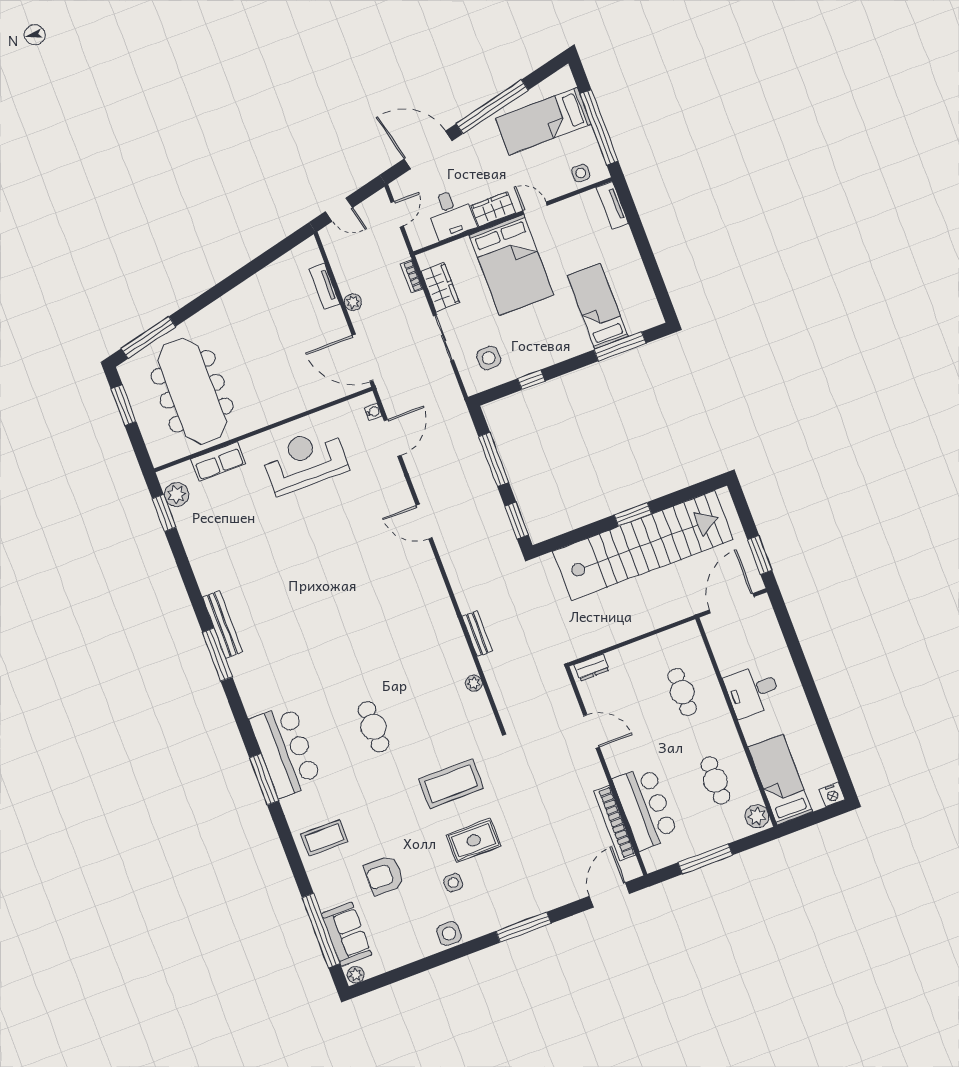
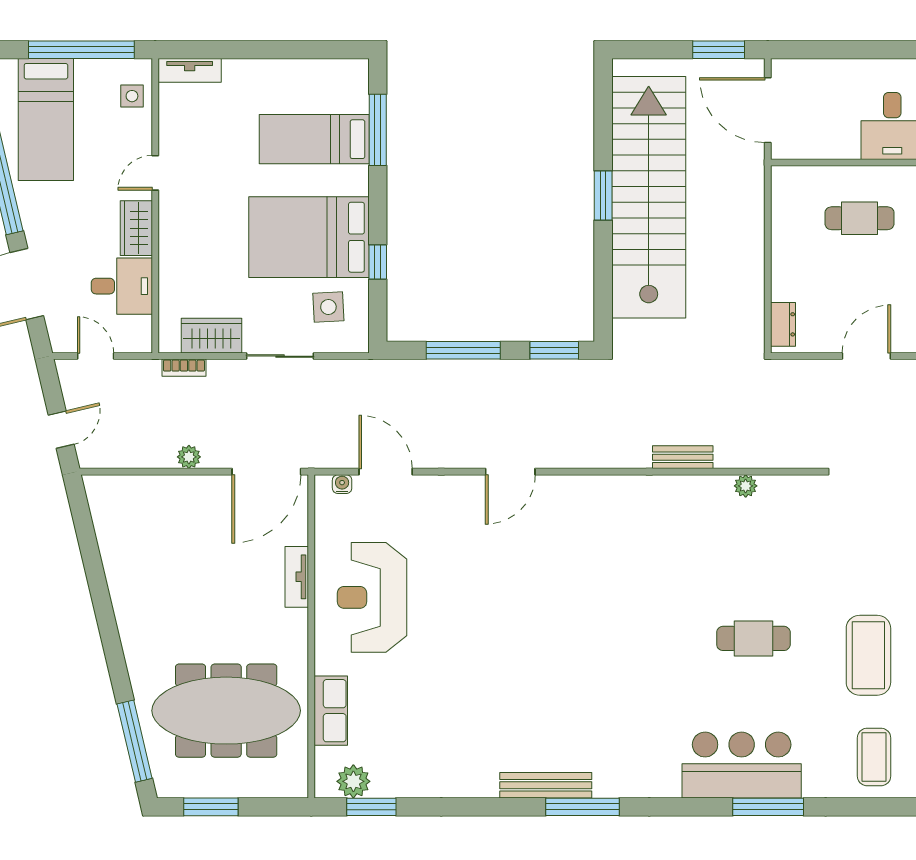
bed: (511, 265) -> (309, 237), moved, turned 180
tv unit: (325, 286) -> (297, 577), moved, turned 90
coffee table: (451, 784) -> (868, 655), moved

